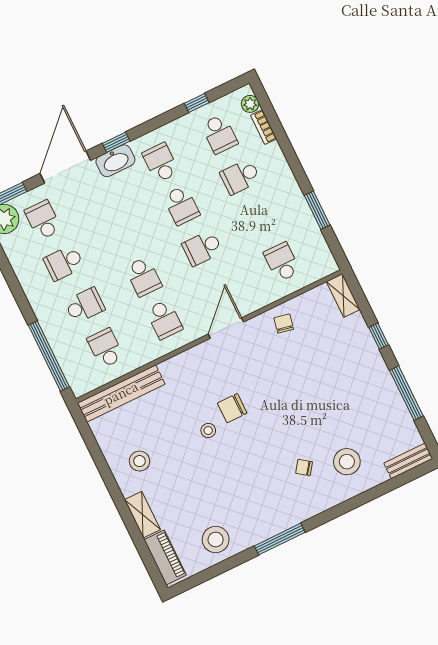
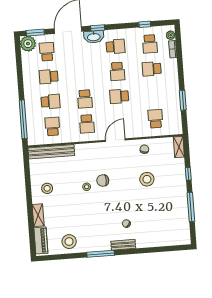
school desk: (161, 163) -> (115, 47), turned 90
bench: (408, 461) -> (123, 245), moved
stool: (347, 462) -> (147, 179), moved

